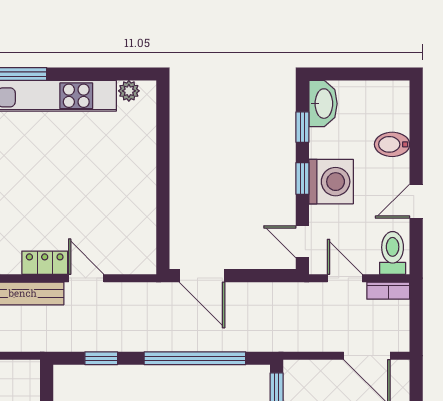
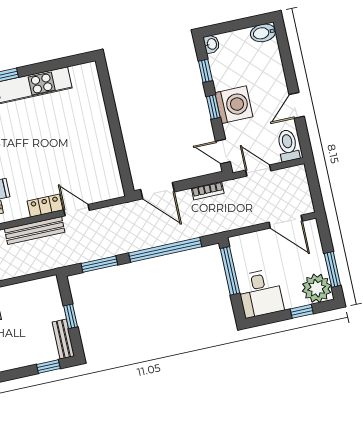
plant: (129, 91) -> (78, 72), removed
washbasin: (323, 104) -> (212, 44), width x0.52, depth x0.69
bidet: (392, 144) -> (263, 33), moved
bookcase: (388, 291) -> (208, 191), moved
window: (101, 358) -> (99, 264), width x1.50

